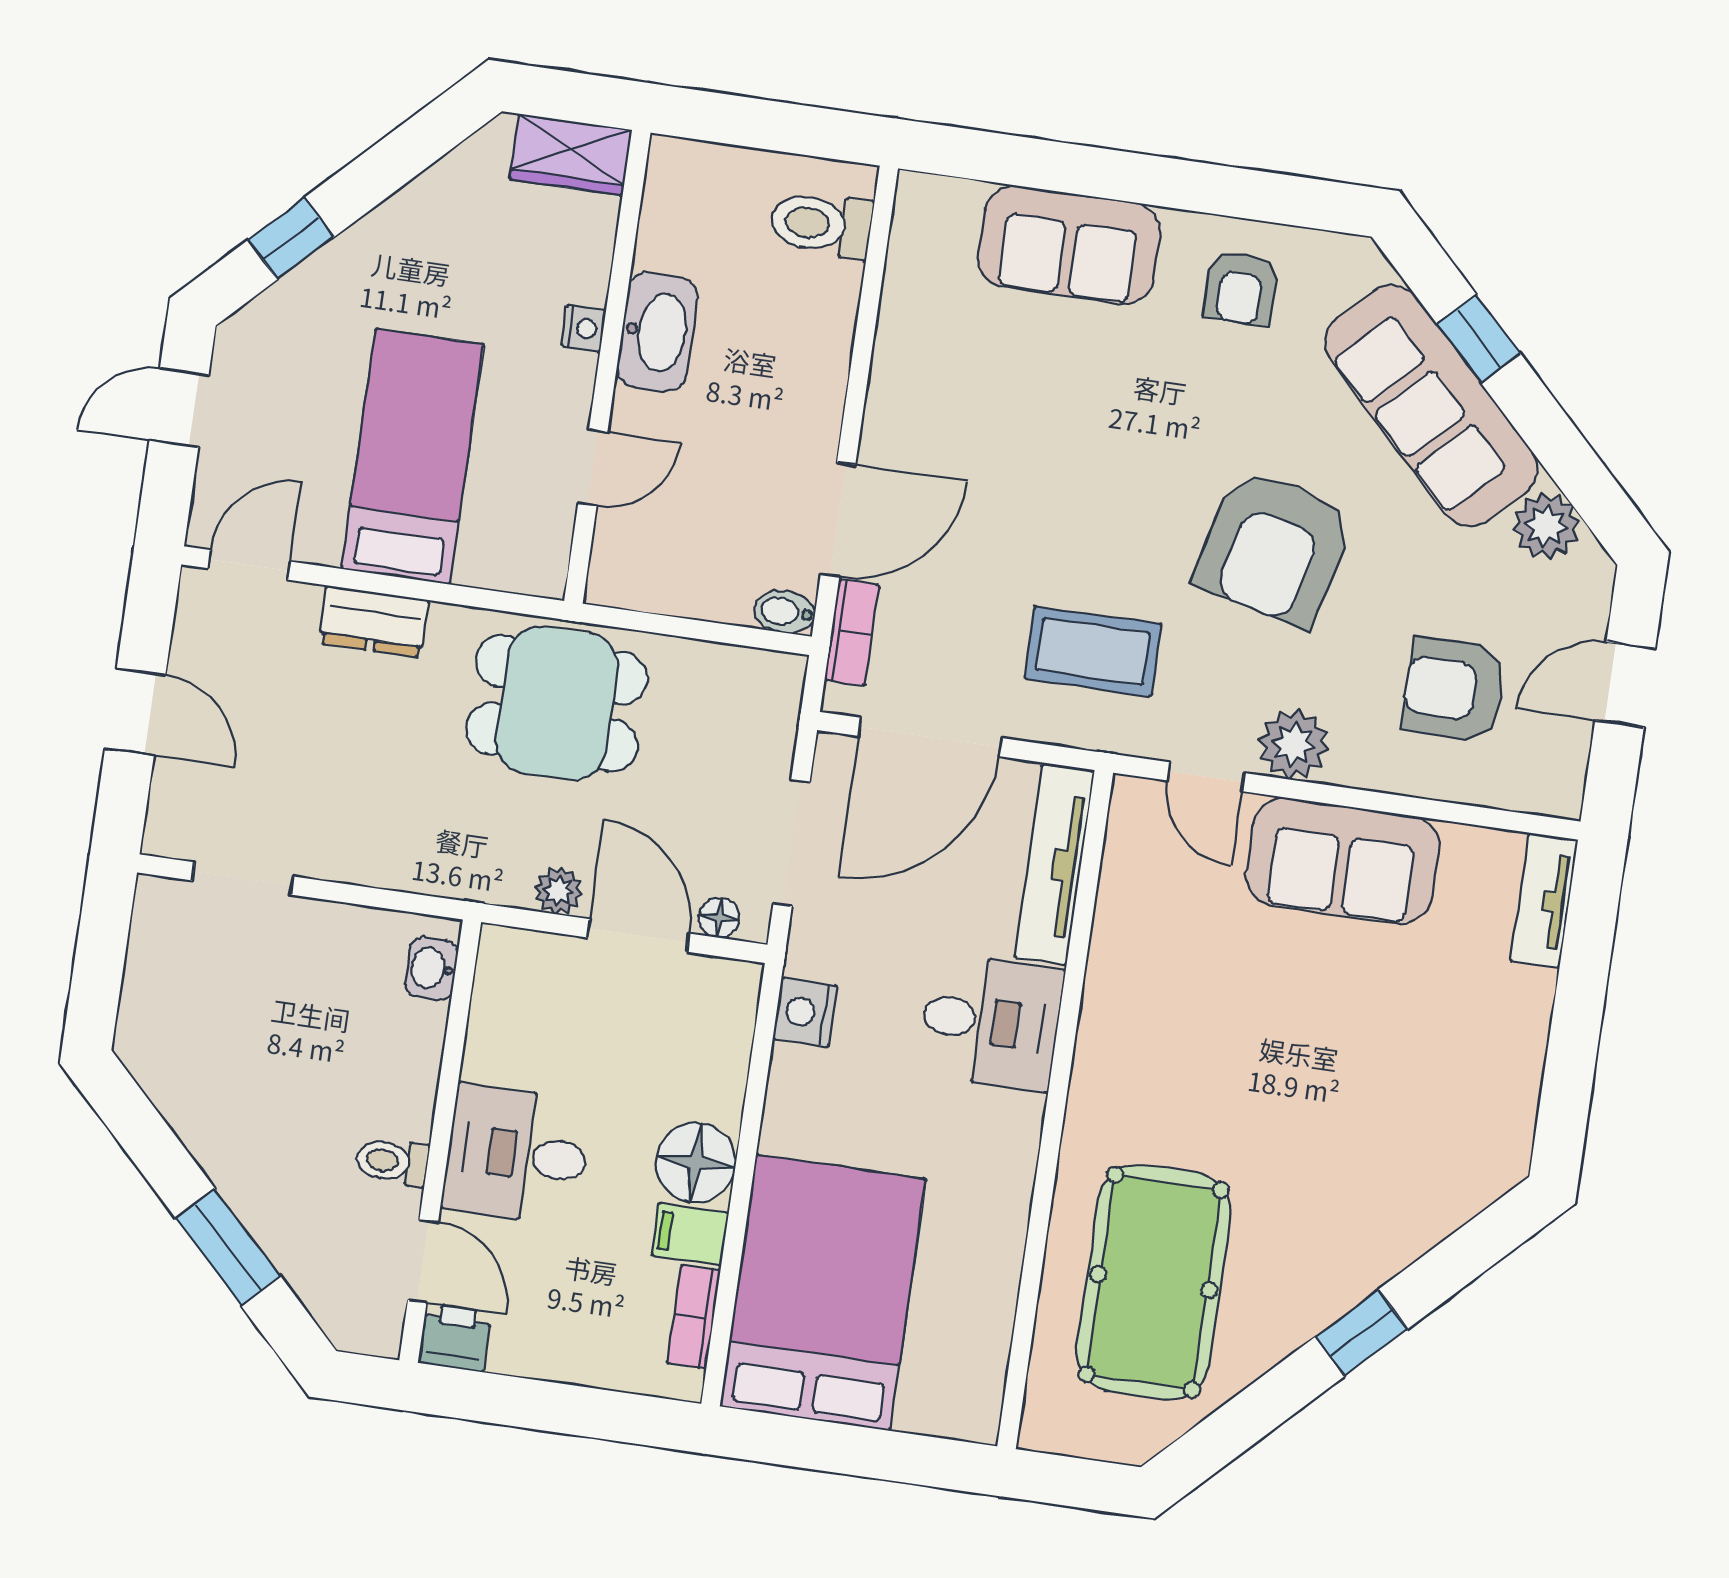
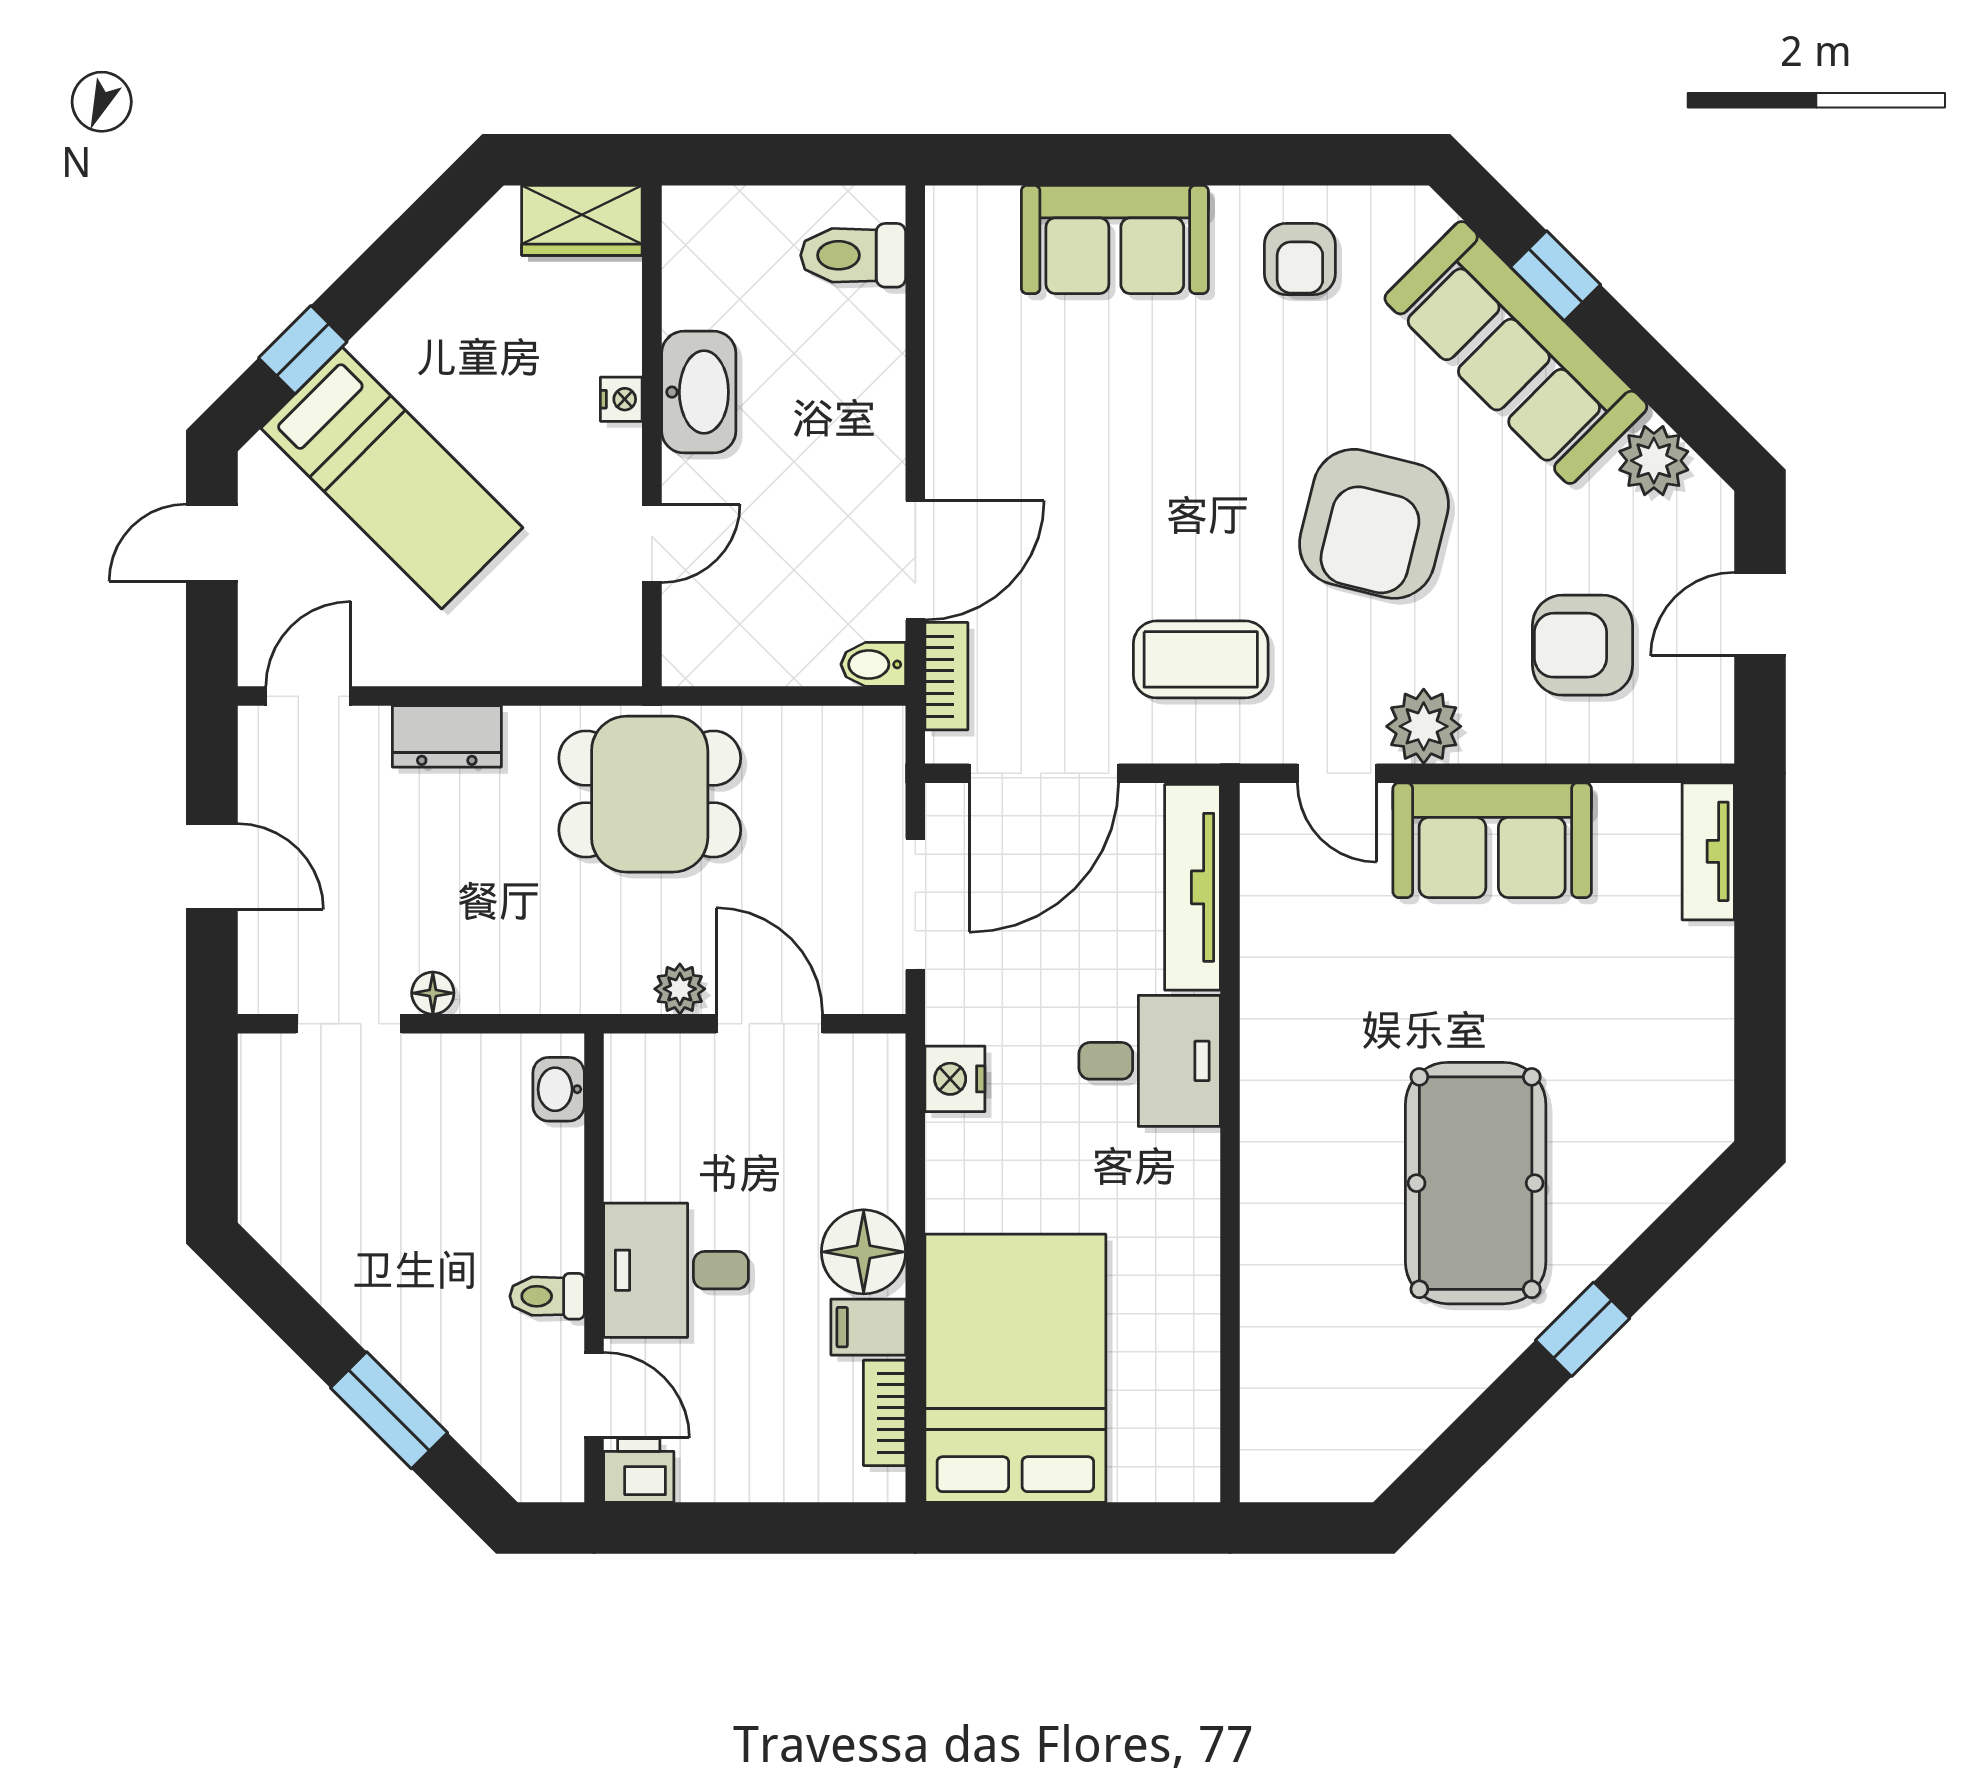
bed: (413, 457) -> (392, 478), moved, turned 135
floor lamp: (719, 918) -> (433, 993), moved
pool table: (1154, 1282) -> (1476, 1183), moved

